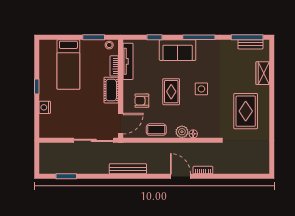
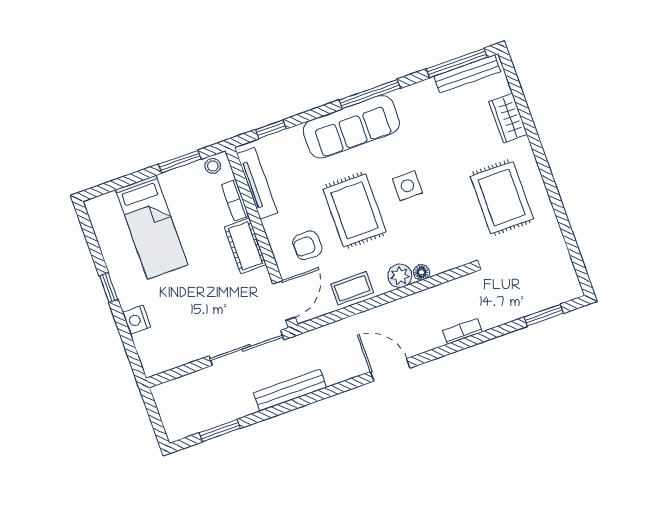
window: (154, 37) -> (271, 129), moved
bench: (250, 44) -> (467, 74), width x1.36
sofa: (178, 50) -> (351, 127), width x1.36
rug: (171, 92) -> (355, 210), width x1.36, depth x1.43
bench: (128, 169) -> (290, 390), moved
door: (180, 176) -> (390, 370), moved
window: (246, 176) -> (544, 315), added

